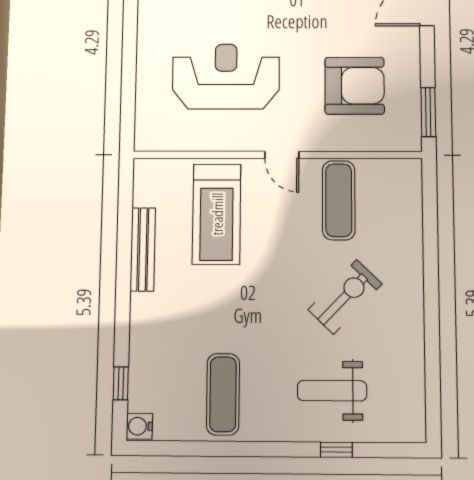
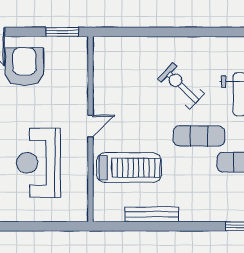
armchair: (355, 86) -> (24, 67), moved
exercise mat: (339, 200) -> (199, 136), moved

